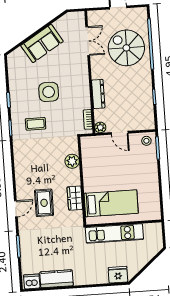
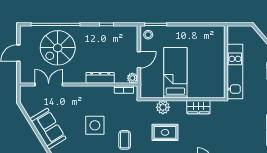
rug: (44, 203) -> (165, 132), moved
bed: (111, 203) -> (175, 73), moved

